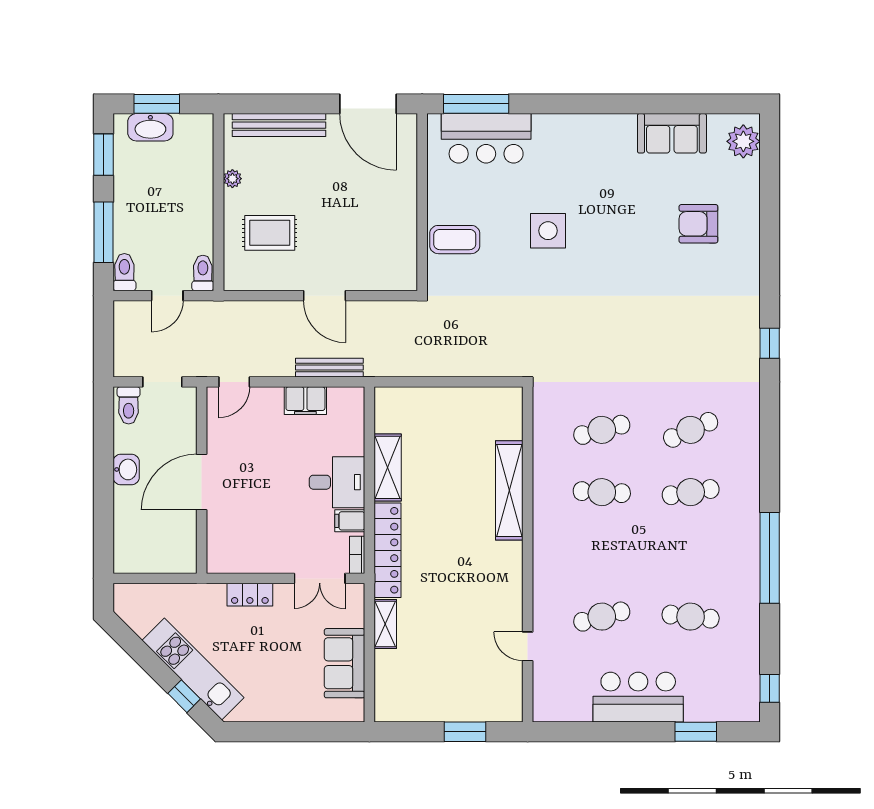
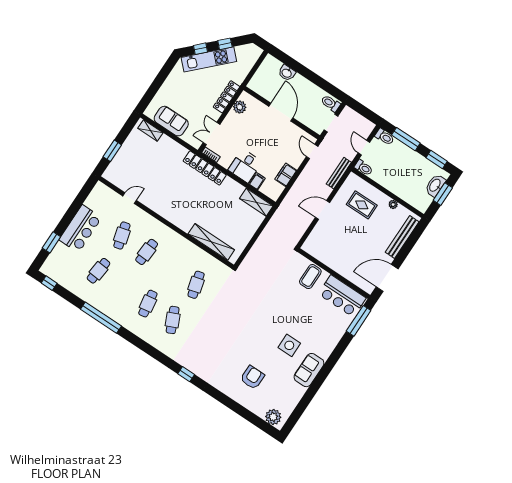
sofa: (672, 133) -> (309, 370), moved
bar counter: (486, 138) -> (342, 296), moved, turned -90
side table: (548, 231) -> (289, 345), moved
rug: (270, 233) -> (362, 205), turned 90
bench: (329, 368) -> (339, 173), moved
shelving: (388, 467) -> (256, 202), moved
washbasin: (126, 469) -> (287, 73), moved
shelving: (509, 490) -> (211, 242), moved
cafe table: (602, 492) -> (147, 252), moved
filing cabinet: (350, 521) -> (257, 181), moved
plant: (240, 560) -> (240, 107), added
locker: (250, 595) -> (227, 97), width x1.53
shelving: (385, 624) -> (150, 131), moved
window: (147, 659) -> (225, 44), added

